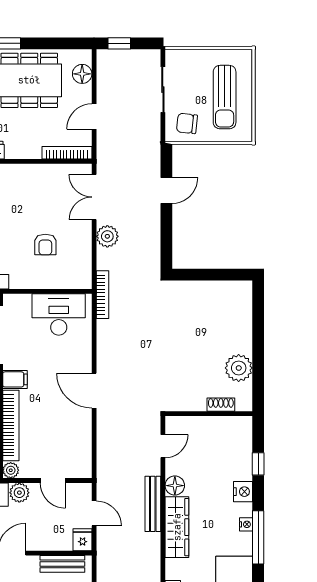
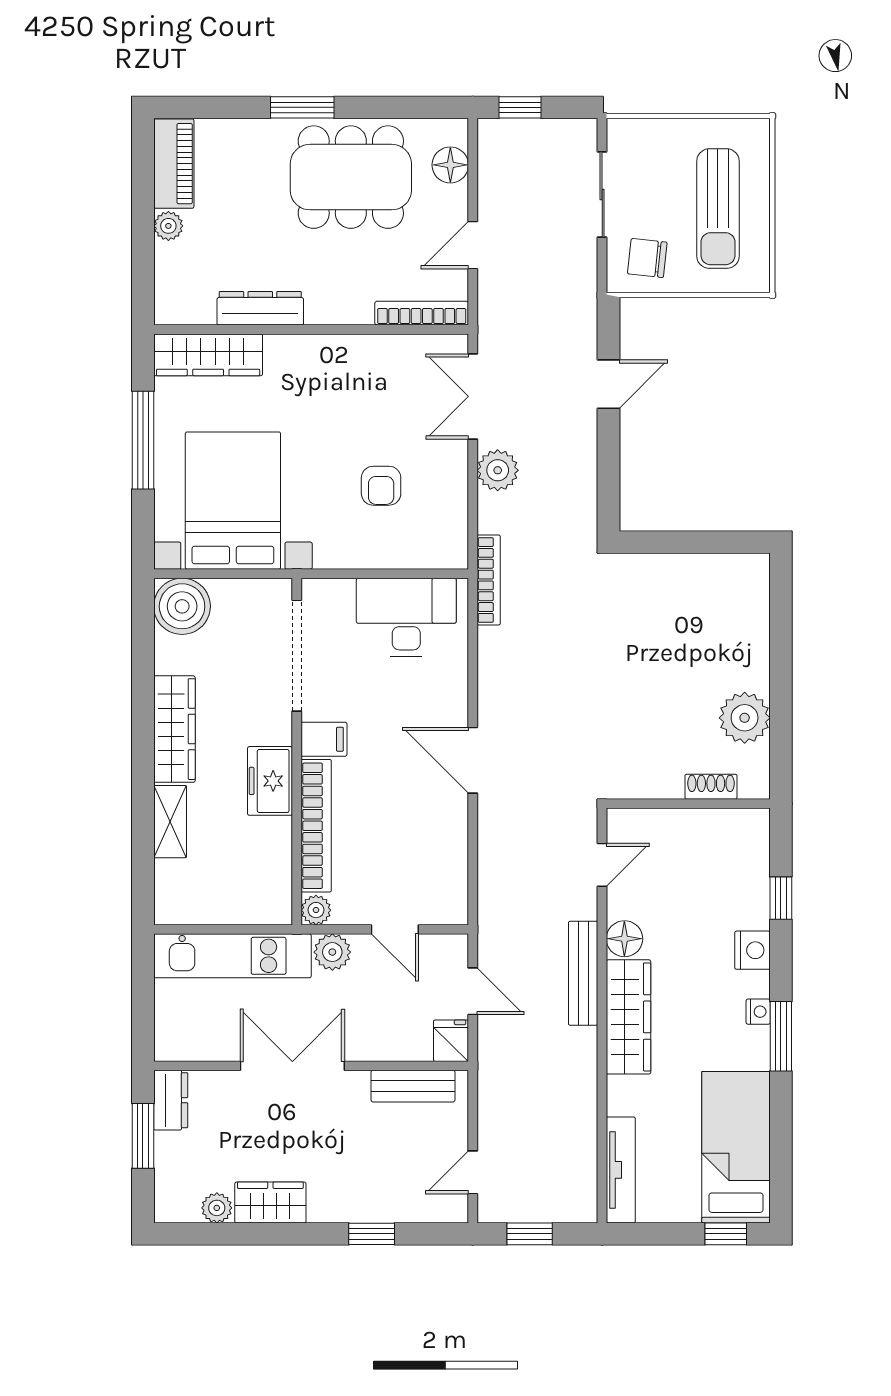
window: (258, 537) -> (781, 1036), width x0.69

